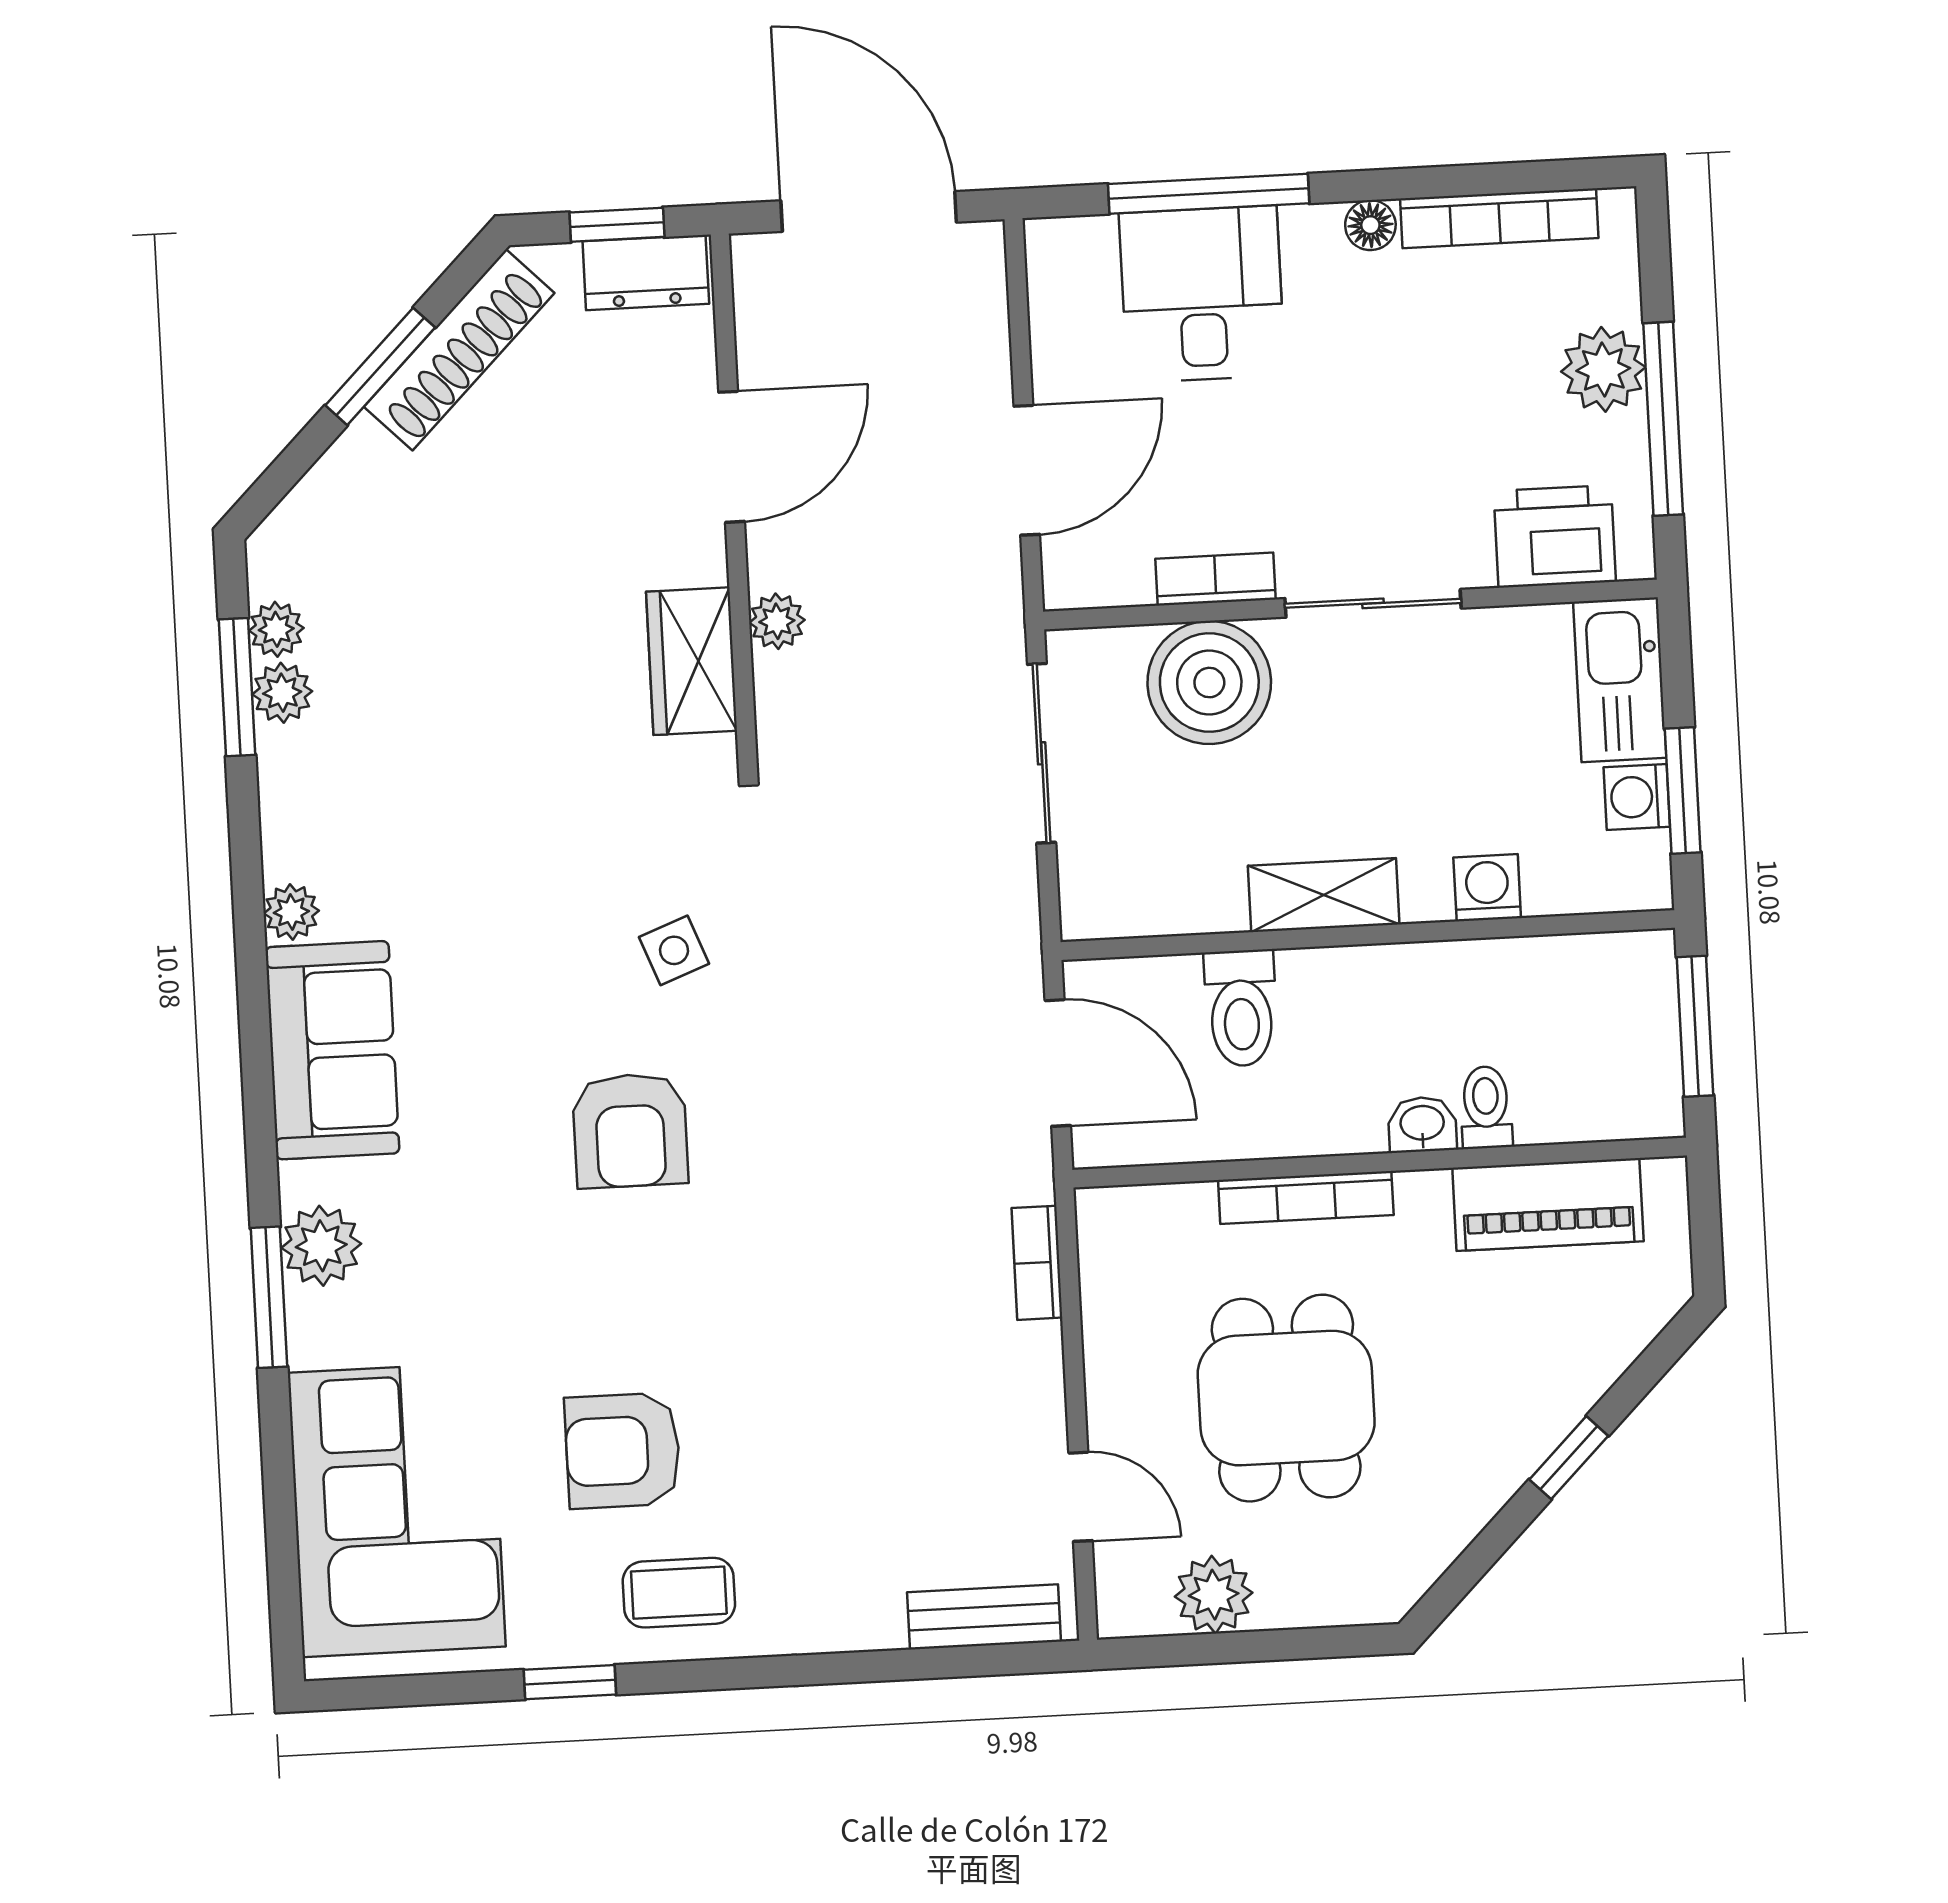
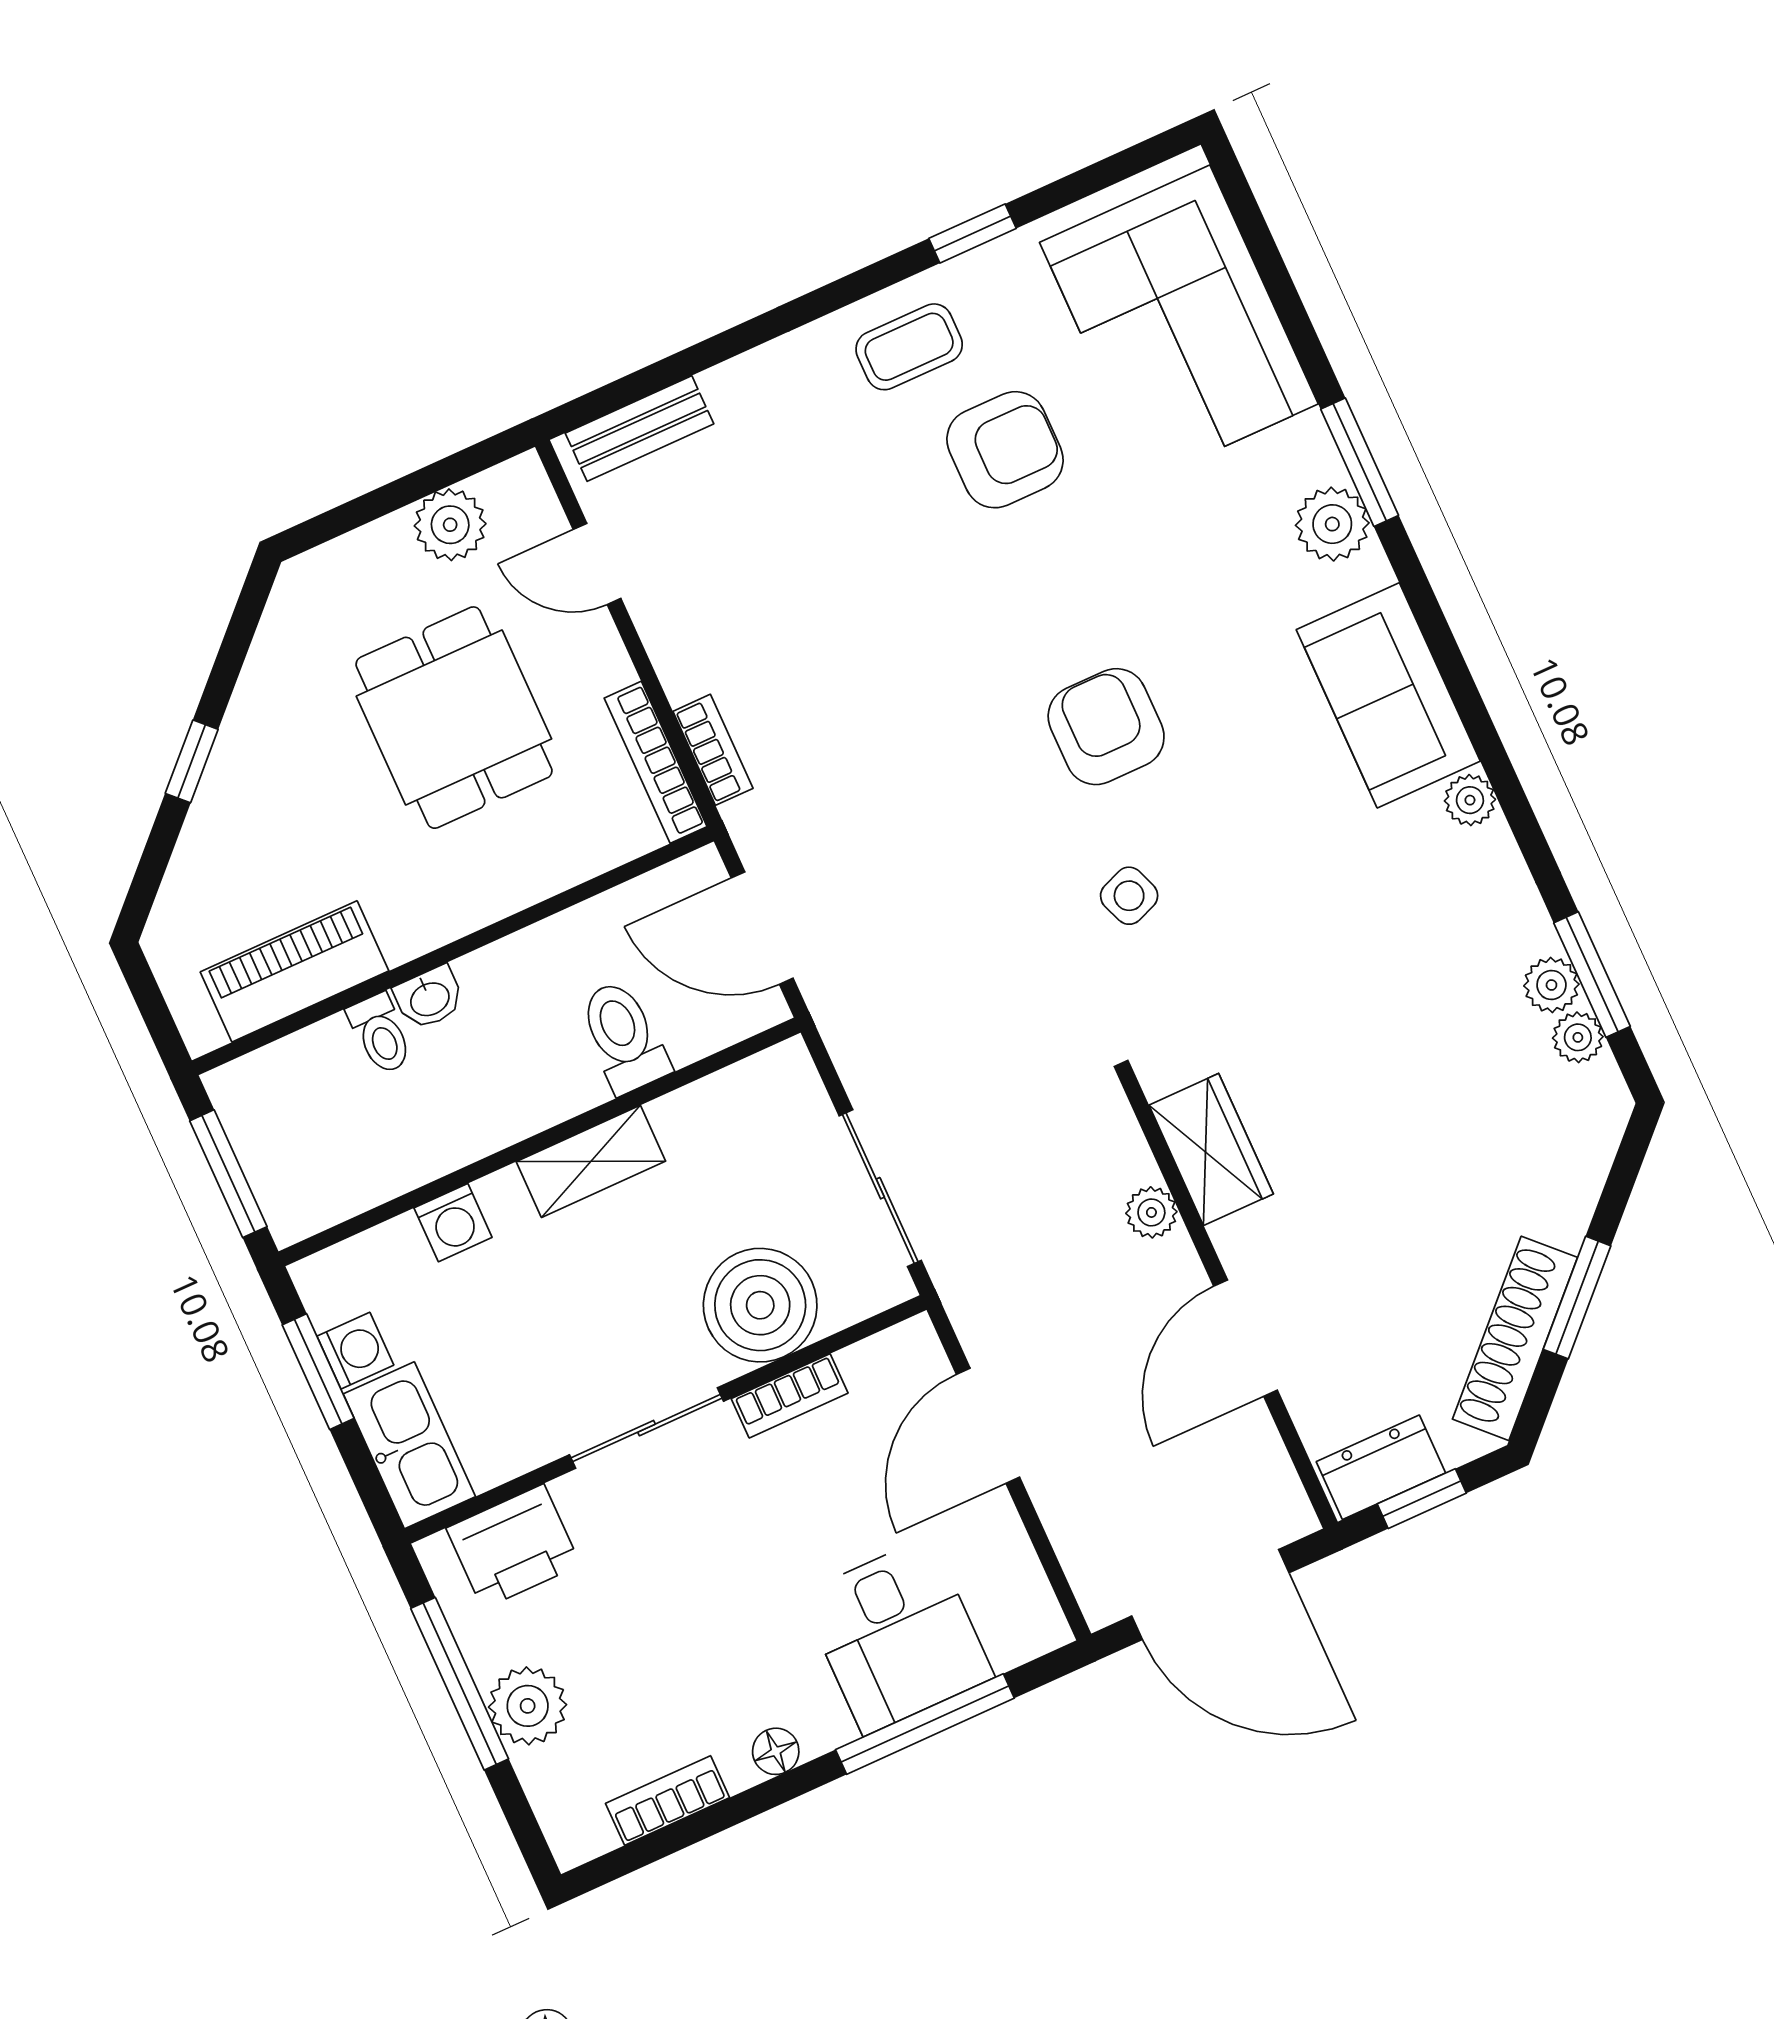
bookcase: (1499, 218) -> (668, 1800), width x0.64
bookcase: (1306, 1198) -> (656, 762), moved, turned -90

